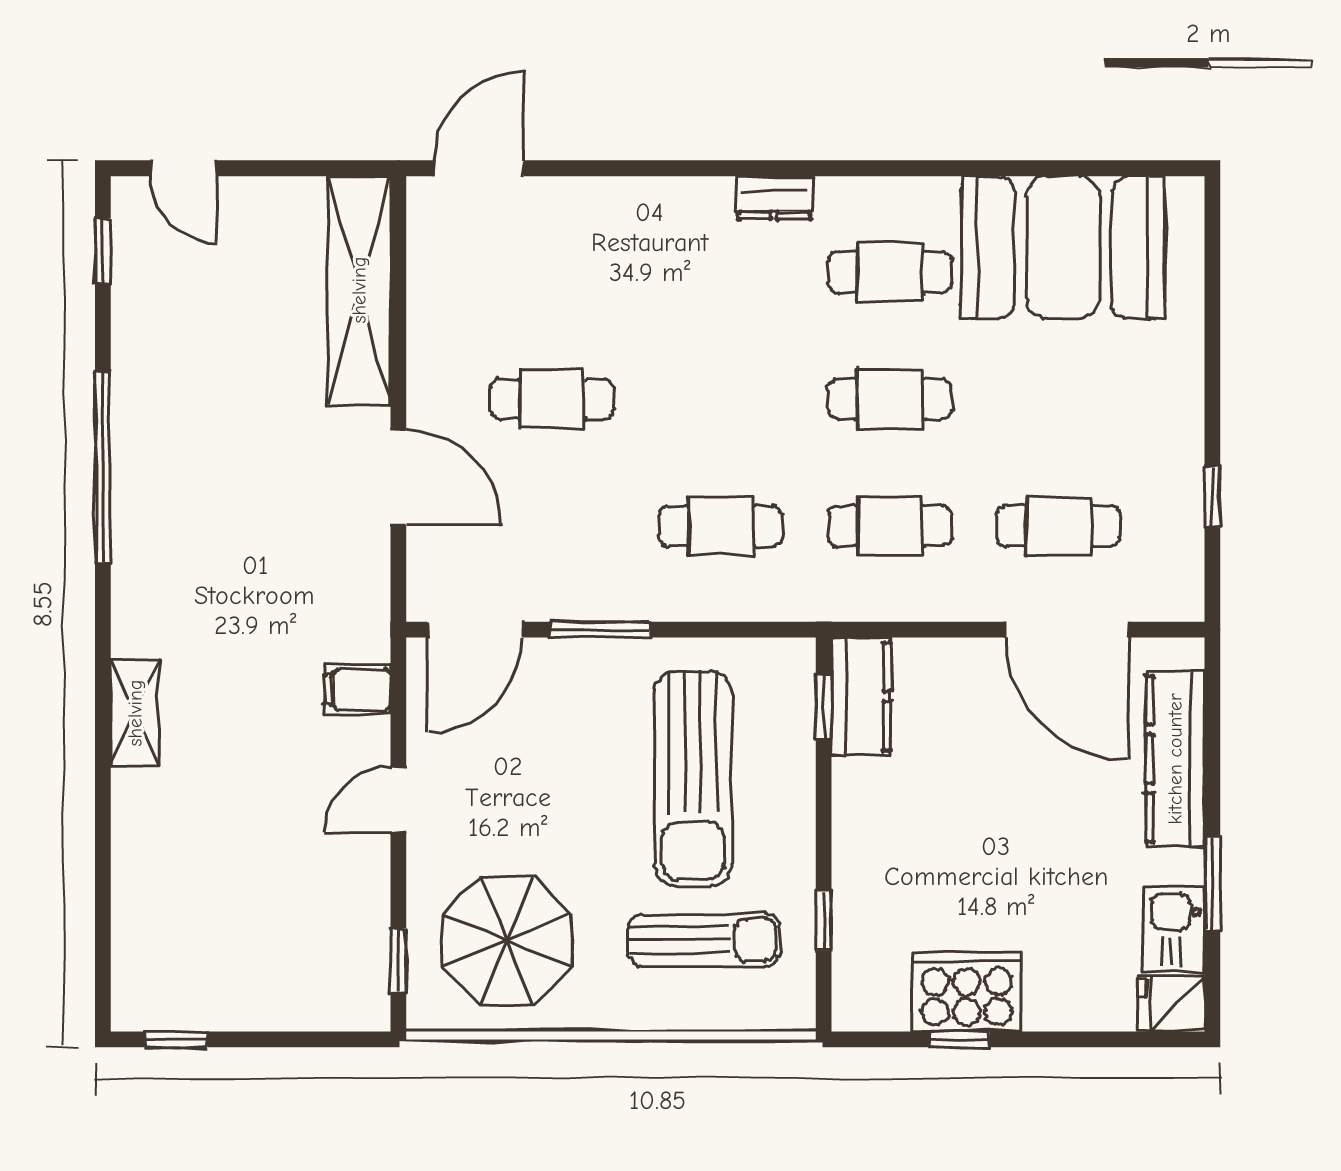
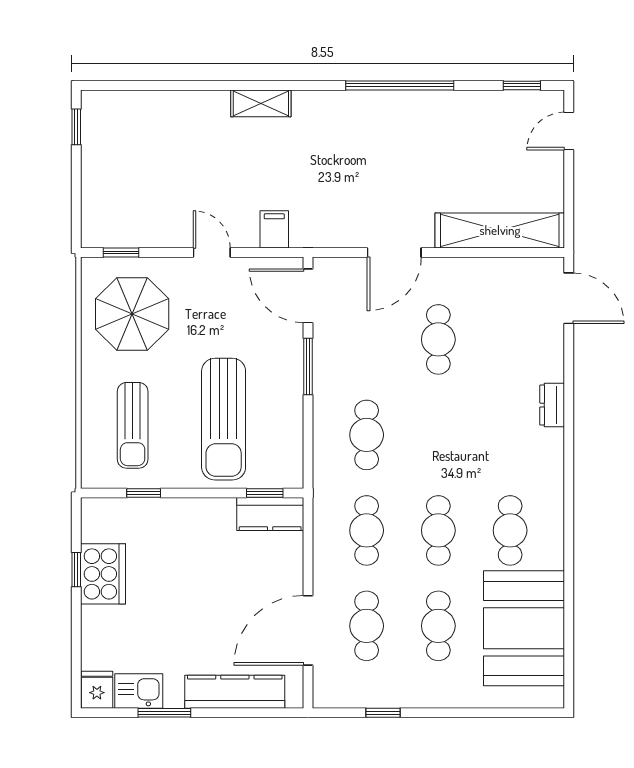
dresser: (774, 198) -> (552, 405), moved
cafe table: (1059, 399) -> (438, 626), added
sun lounger: (693, 779) -> (224, 419), turned -90

